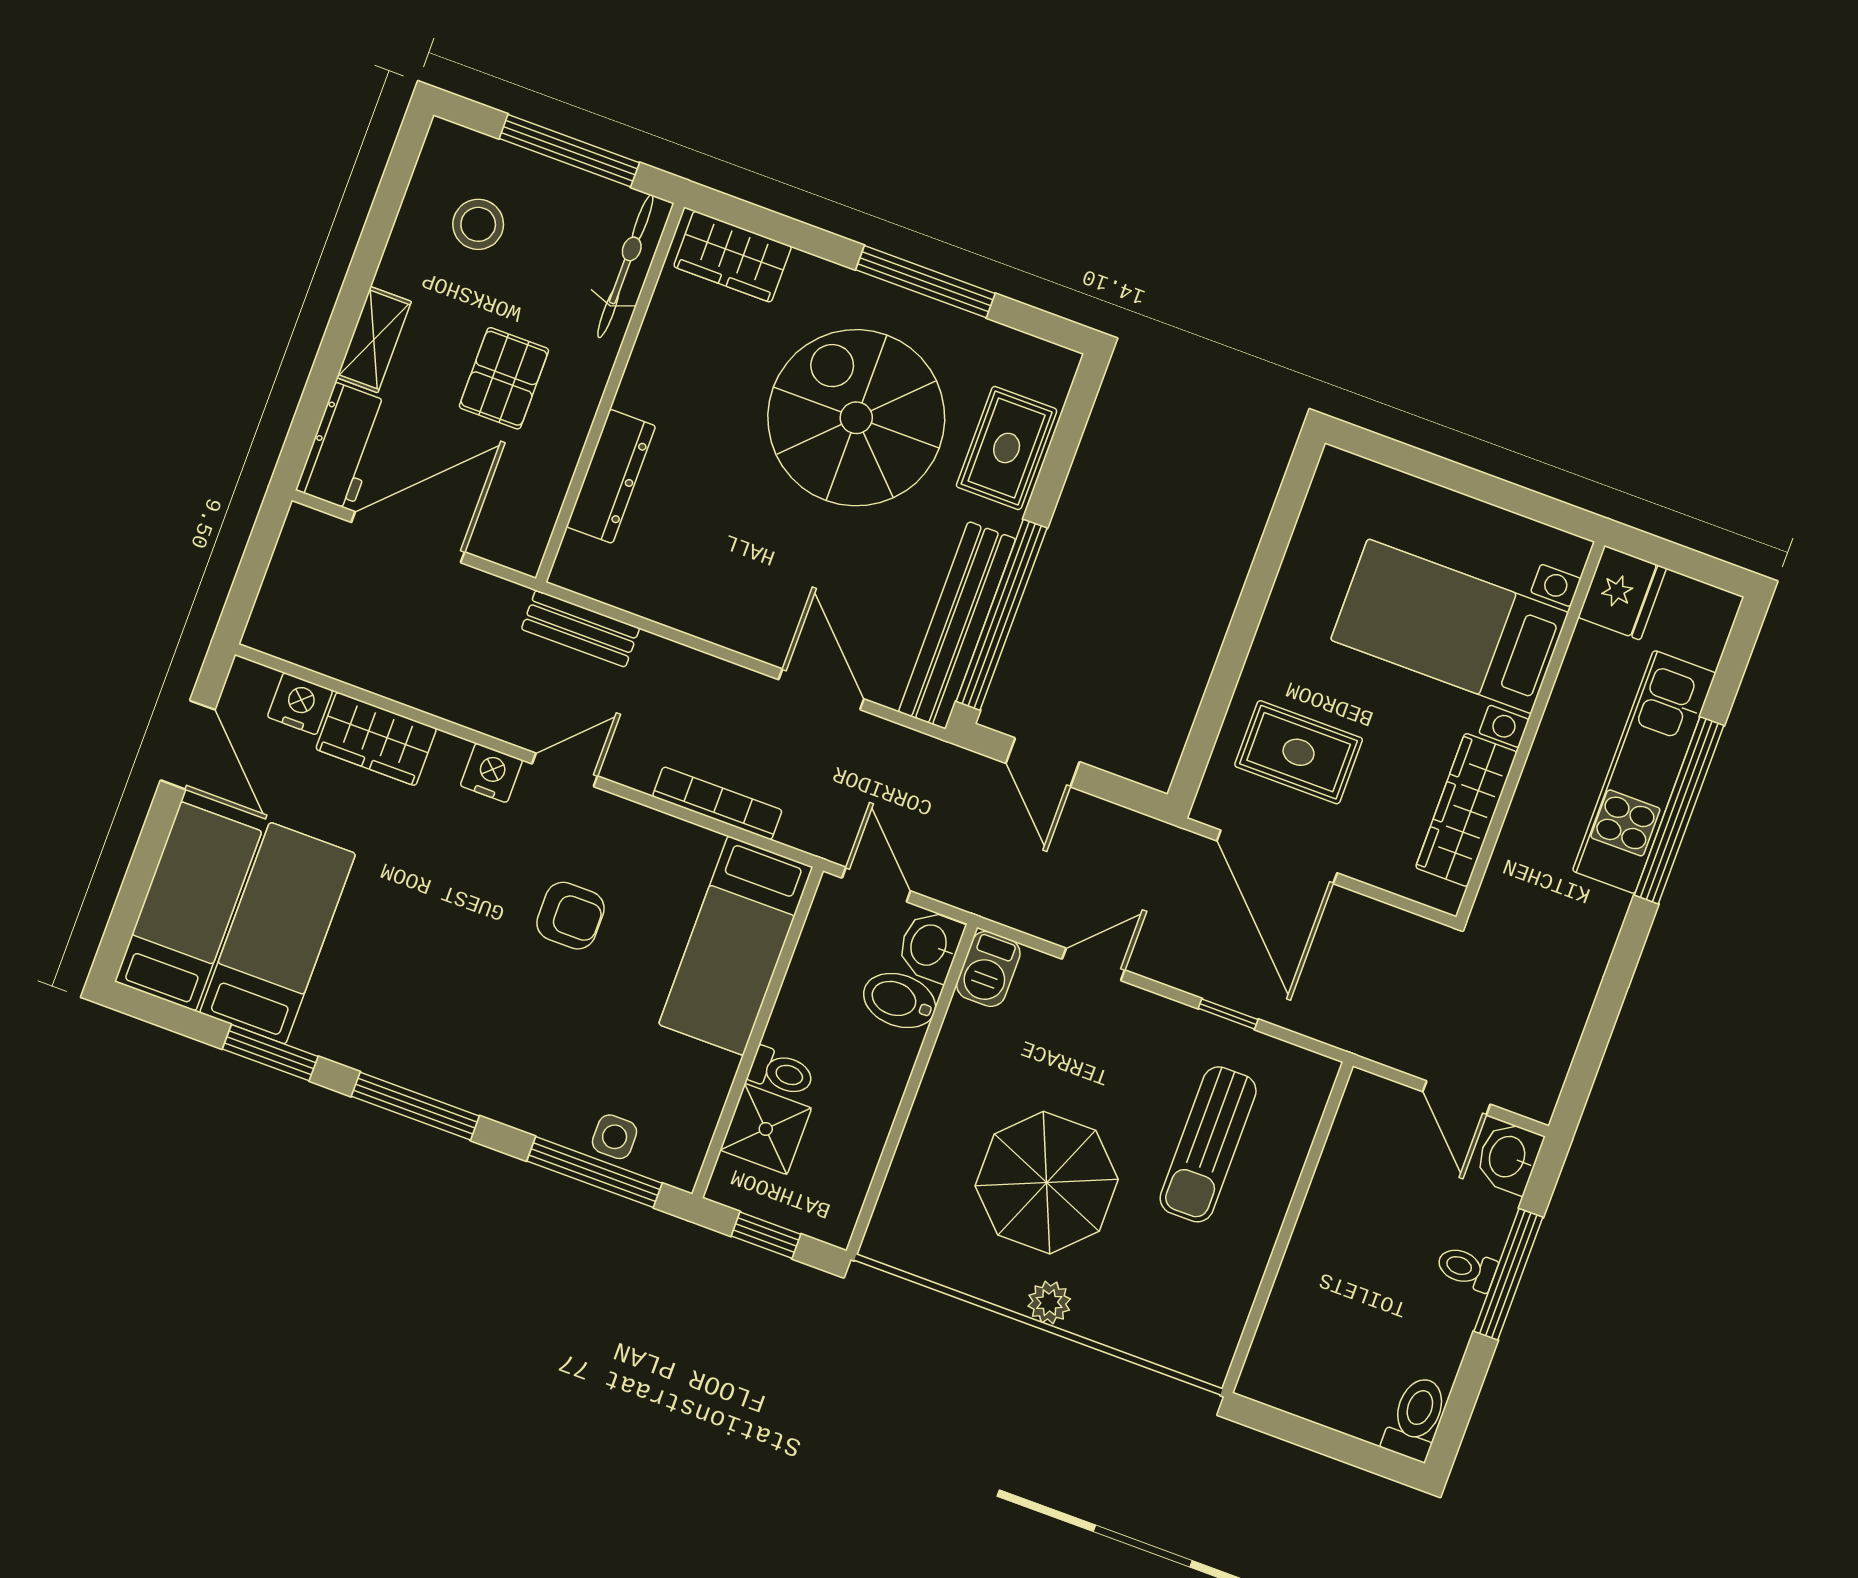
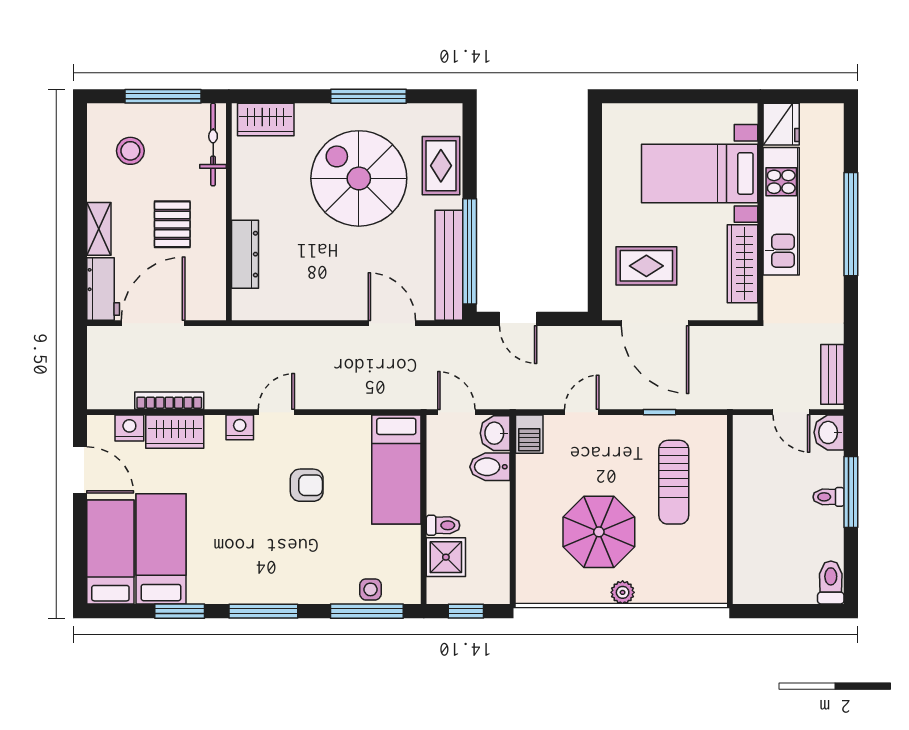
bench: (580, 629) -> (832, 374), moved, turned 90
kitchen unit: (1644, 772) -> (781, 211), moved, turned 180
bookcase: (717, 803) -> (169, 401), moved

